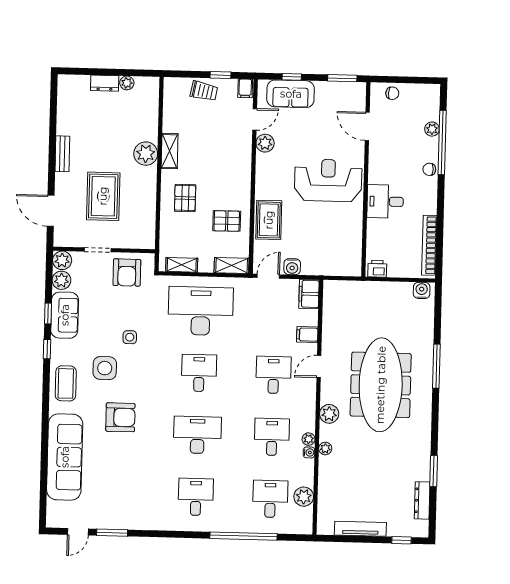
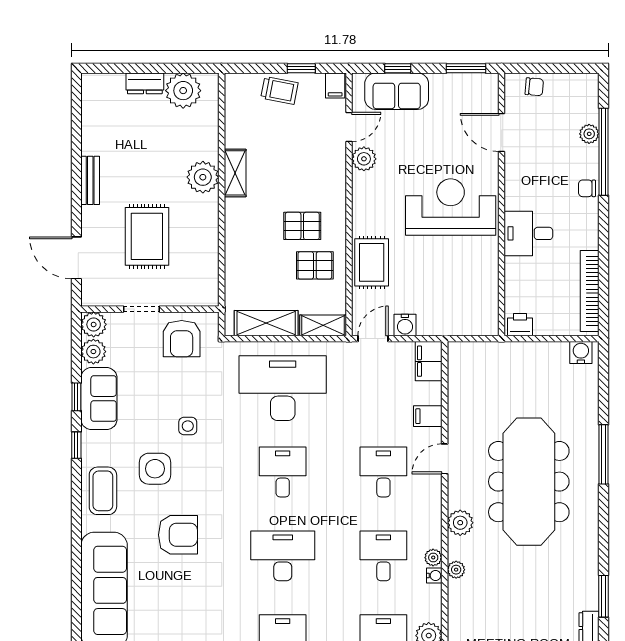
plant: (127, 83) -> (183, 91), width x1.88, depth x1.88
pallet: (185, 198) -> (302, 226), moved, turned 90
shelving: (182, 265) -> (266, 323), width x1.50, depth x1.33

